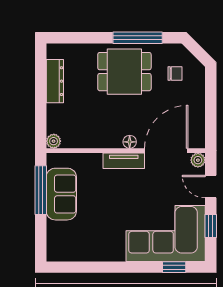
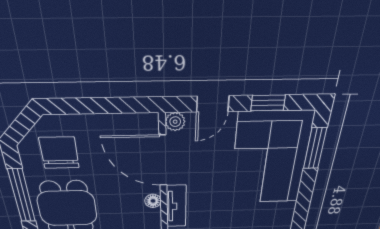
chair: (175, 73) -> (59, 153), width x1.87, depth x1.87
window: (174, 267) -> (315, 148), width x1.50

